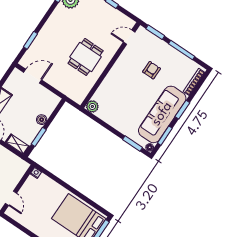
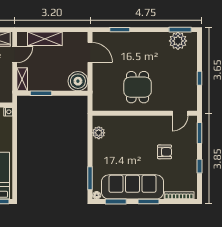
door: (129, 37) -> (180, 113), swing flipped
window: (182, 50) -> (200, 166), width x0.46
dining table: (86, 57) -> (138, 87), turned 90
plant: (92, 106) -> (99, 133), moved
boiler: (42, 120) -> (78, 81), moved, width x1.86, depth x1.86

